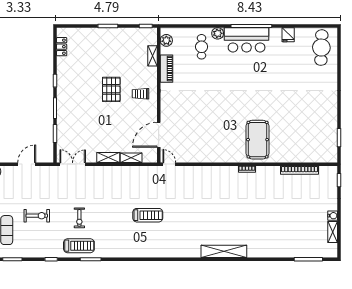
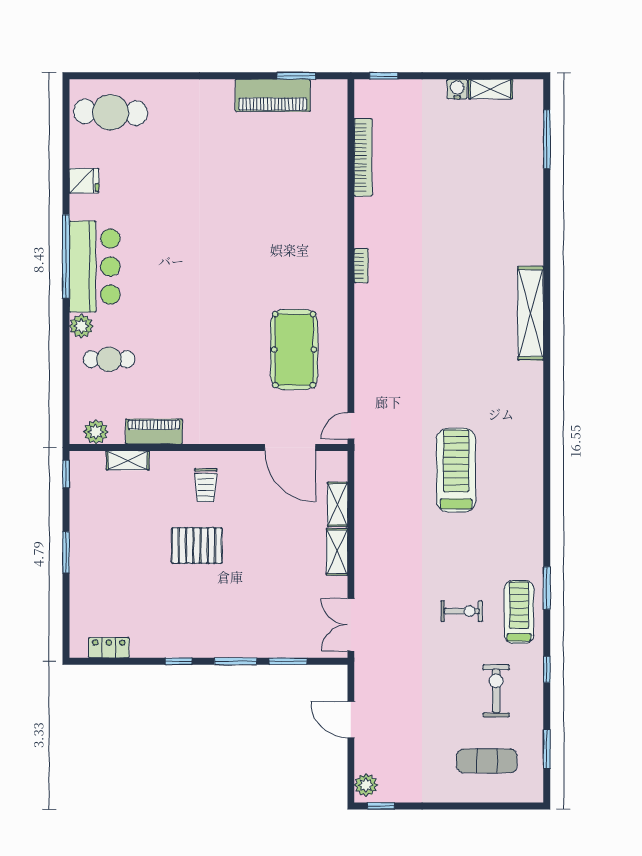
piano: (330, 126) -> (273, 95), added
pool table: (258, 140) -> (294, 350), moved, turned 90
treadmill: (148, 215) -> (456, 470), width x1.37, depth x1.38
exercise bike: (37, 216) -> (496, 691), moved

